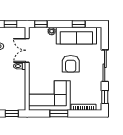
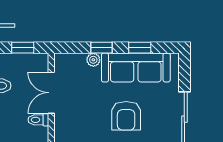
window: (41, 24) -> (101, 48), moved

